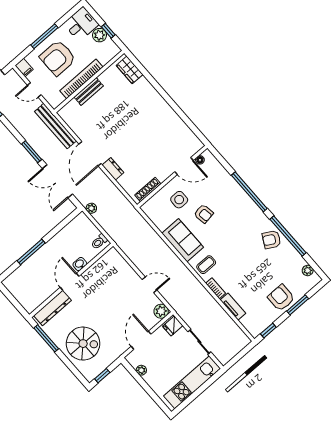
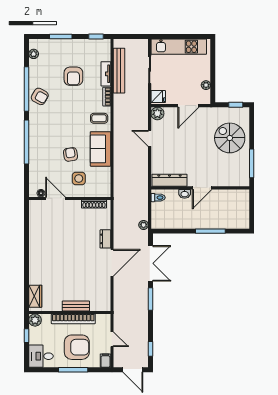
plant: (99, 35) -> (35, 320), moved
bench: (56, 126) -> (119, 71), moved
armchair: (281, 298) -> (73, 76), moved
dresser: (53, 308) -> (169, 180), moved

